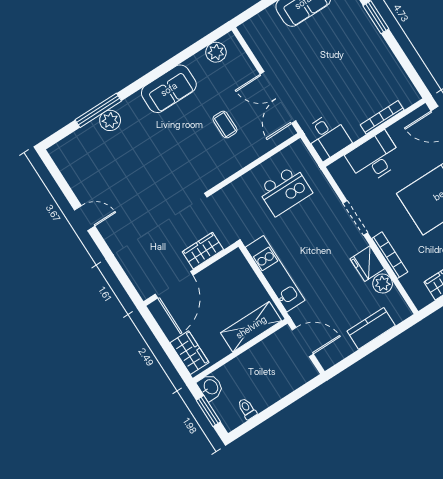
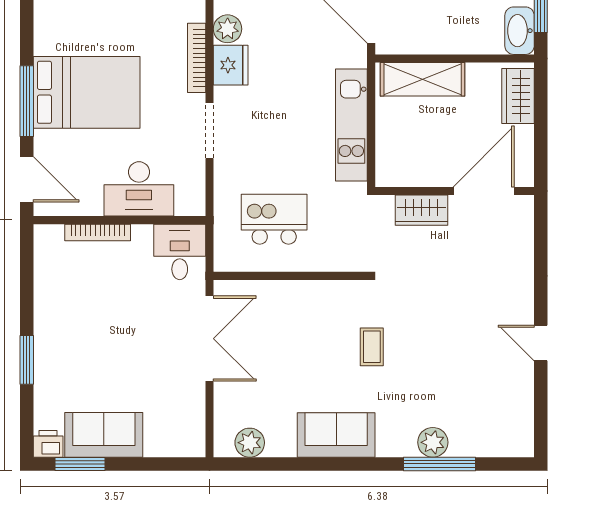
coffee table: (225, 125) -> (372, 347), moved
washbasin: (210, 387) -> (520, 31), width x1.38

